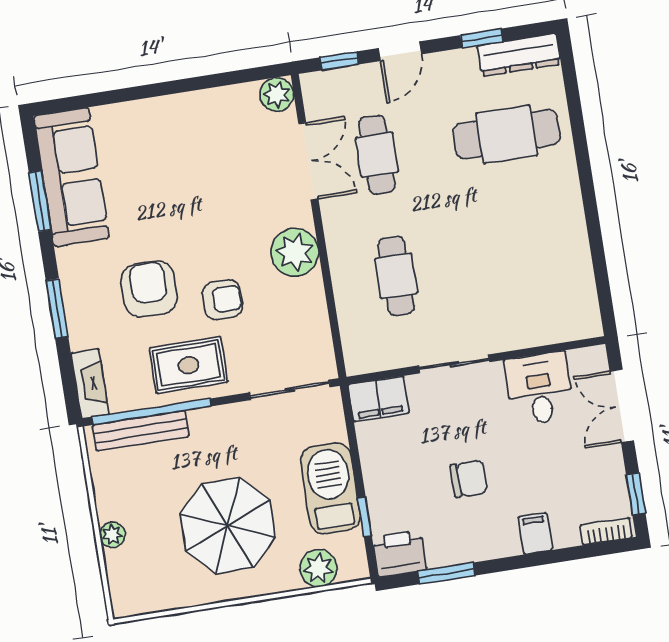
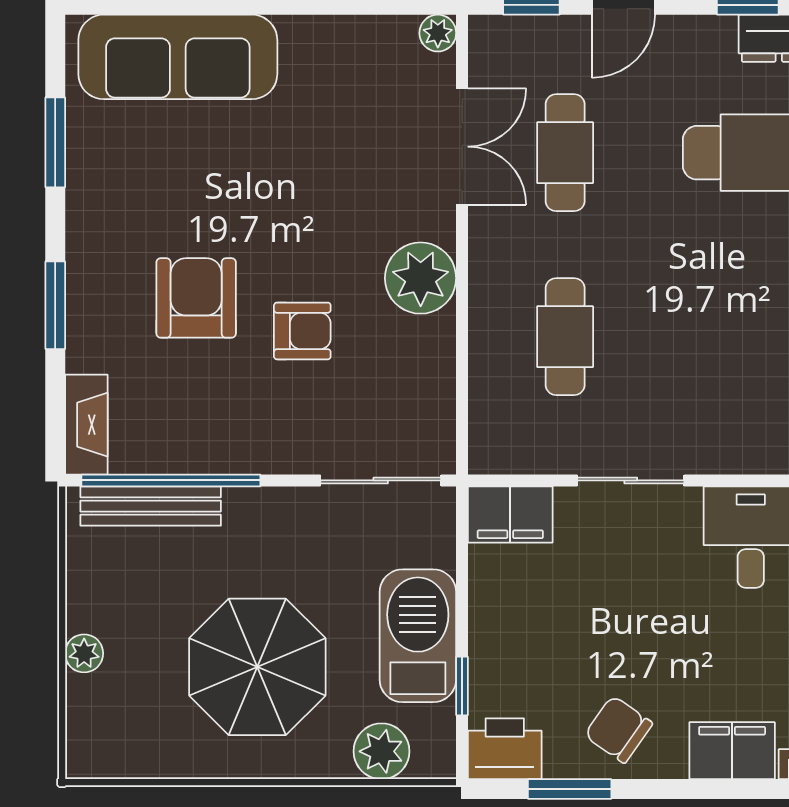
plant: (277, 94) -> (438, 33), width x0.73, depth x0.73
sofa: (71, 177) -> (178, 57), moved, turned 90
rug: (189, 365) -> (237, 420), removed
chair: (469, 479) -> (618, 729), moved, turned -145
filing cabinet: (535, 533) -> (732, 751), width x2.00

